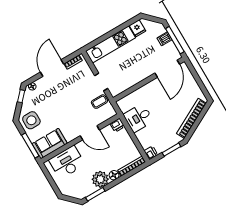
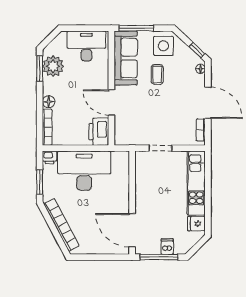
coffee table: (99, 102) -> (157, 74), moved
desk: (138, 118) -> (84, 171), width x1.87, depth x1.30
printer: (117, 125) -> (99, 132), width x1.87, depth x1.48
door: (90, 133) -> (111, 102), hinge flipped
sofa: (50, 144) -> (126, 58), width x1.36
desk: (67, 162) -> (86, 46), moved, turned -90
plant: (100, 179) -> (53, 66), moved

